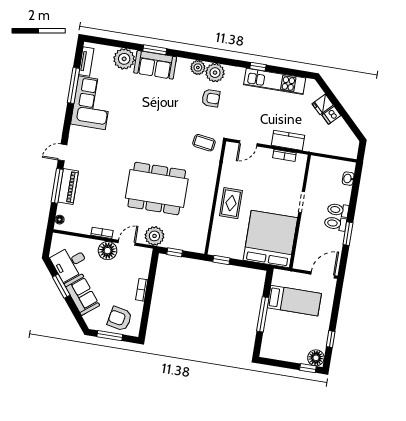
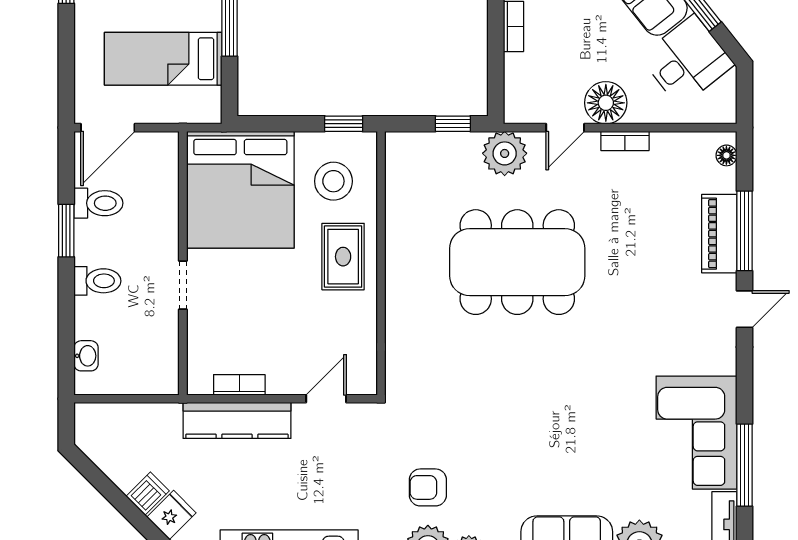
kitchen counter: (288, 140) -> (237, 420), width x1.50
coffee table: (204, 143) -> (427, 384), removed
toilet: (335, 223) -> (98, 203), moved
stool: (230, 236) -> (333, 181), added

